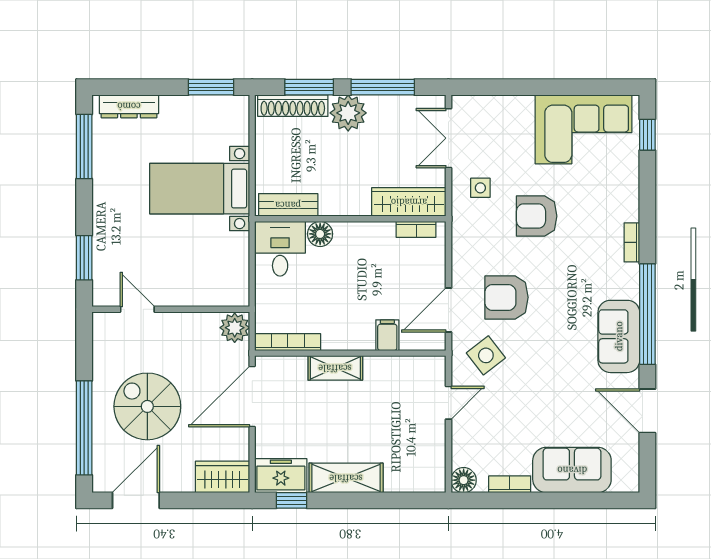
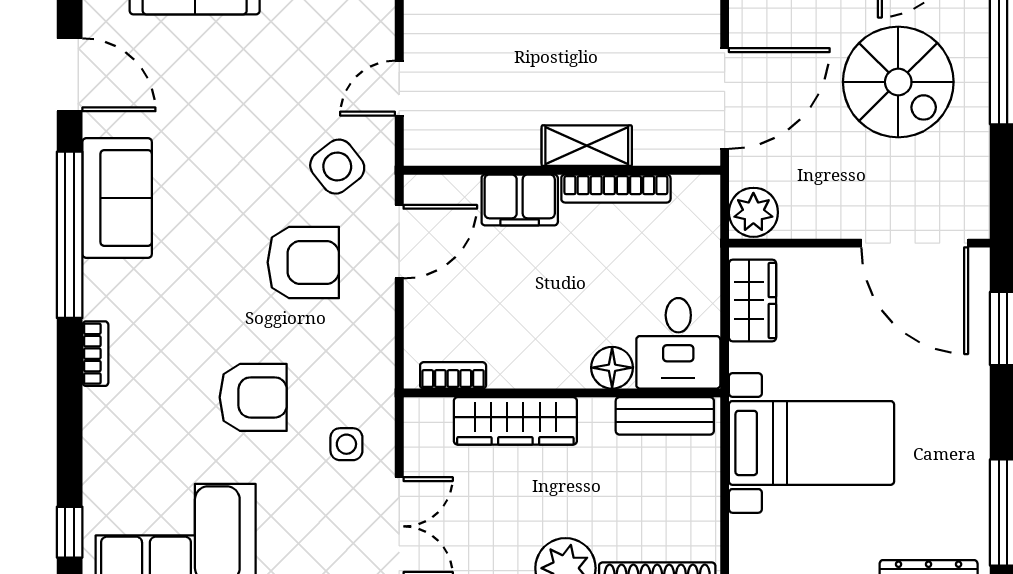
wardrobe: (409, 202) -> (515, 421), moved
wardrobe: (235, 275) -> (753, 300), added
door: (137, 309) -> (915, 243), width x1.87
filing cabinet: (387, 335) -> (520, 200), width x2.00
bookcase: (288, 342) -> (616, 189), moved

